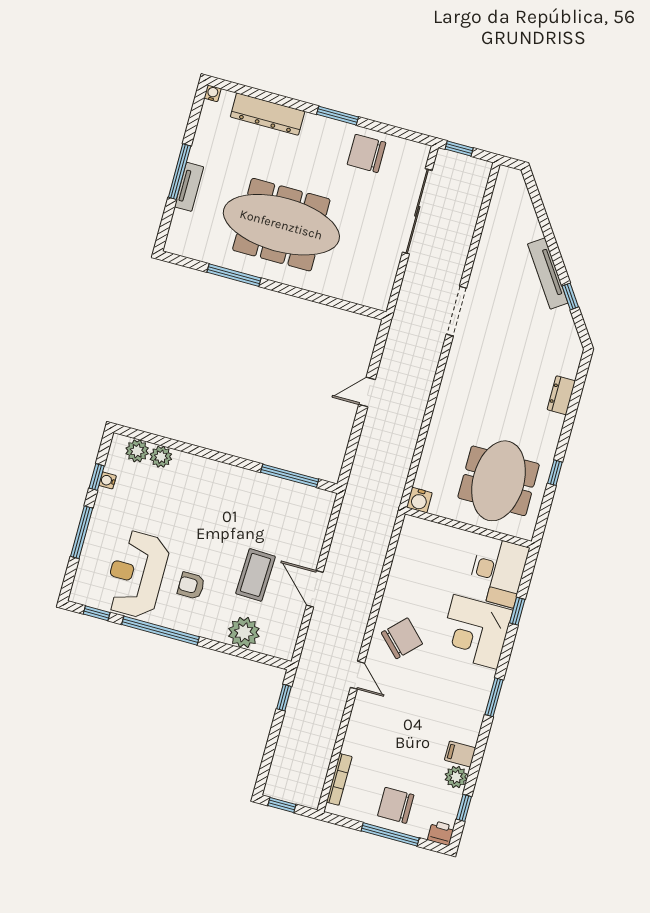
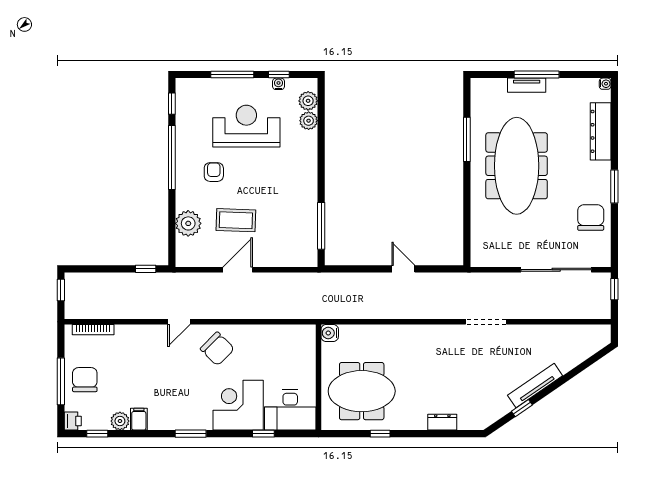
reception desk: (136, 574) -> (246, 126), moved

